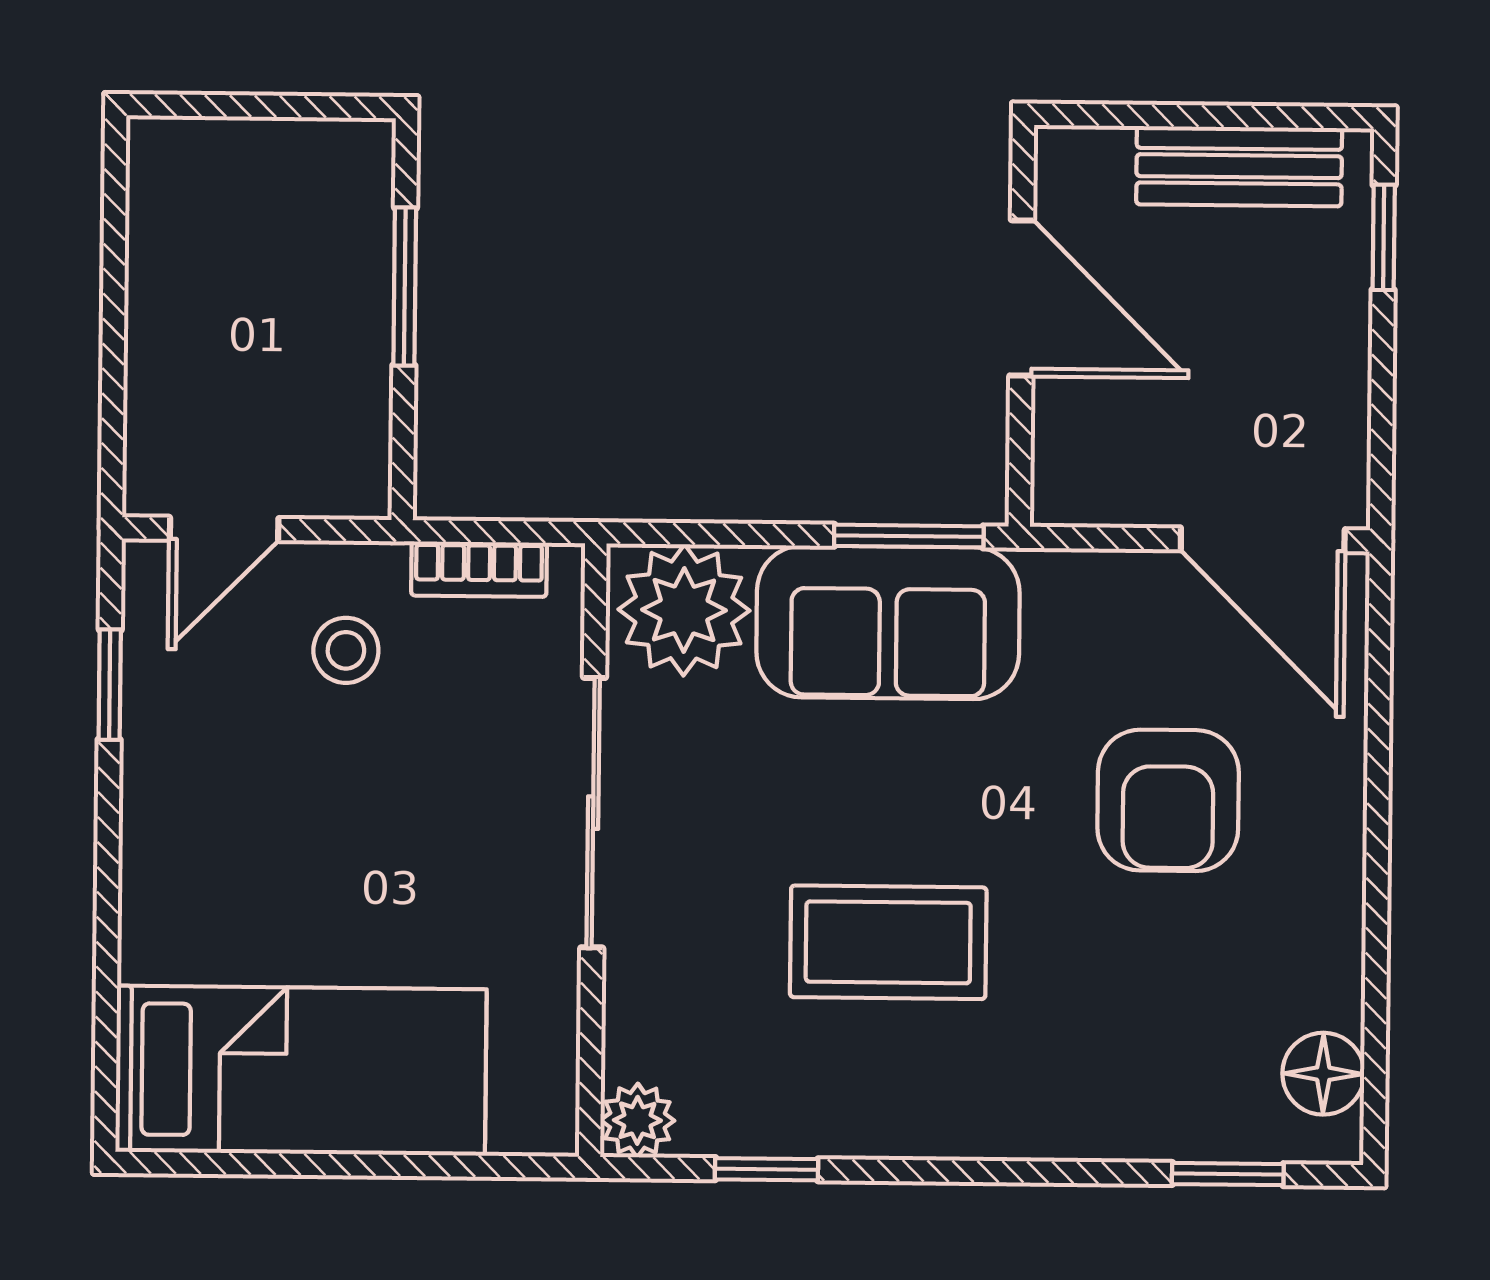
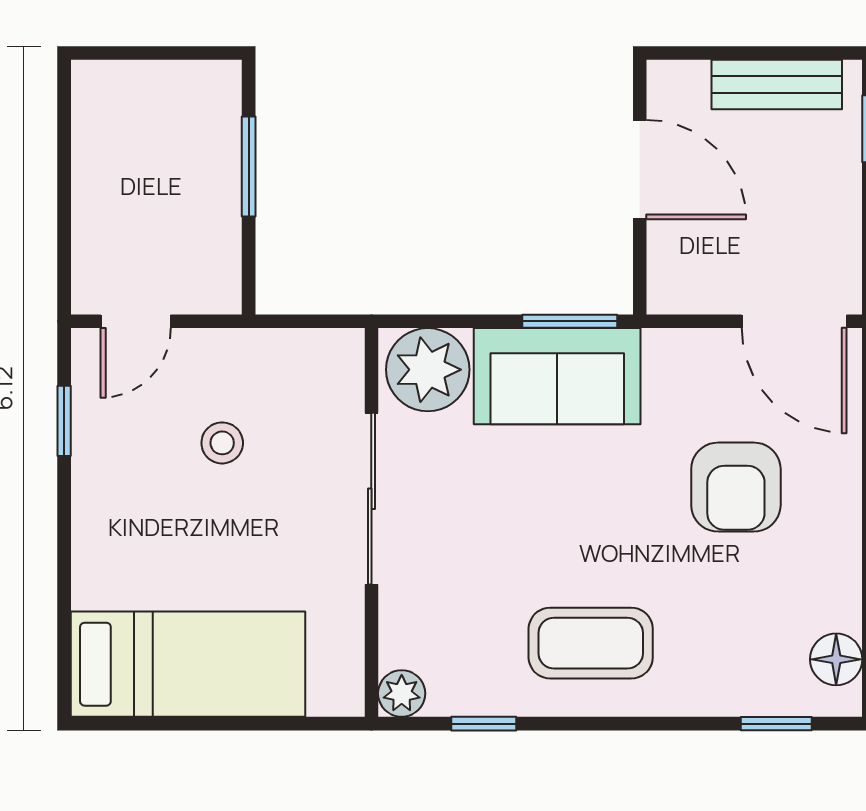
bookcase: (479, 569) -> (298, 345), removed
stool: (346, 650) -> (222, 443), moved
coffee table: (888, 942) -> (591, 643), moved

